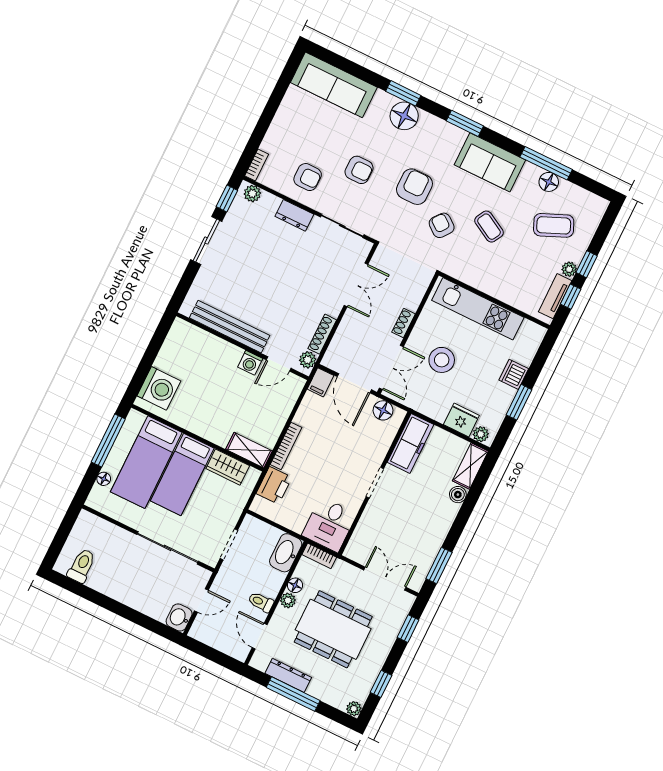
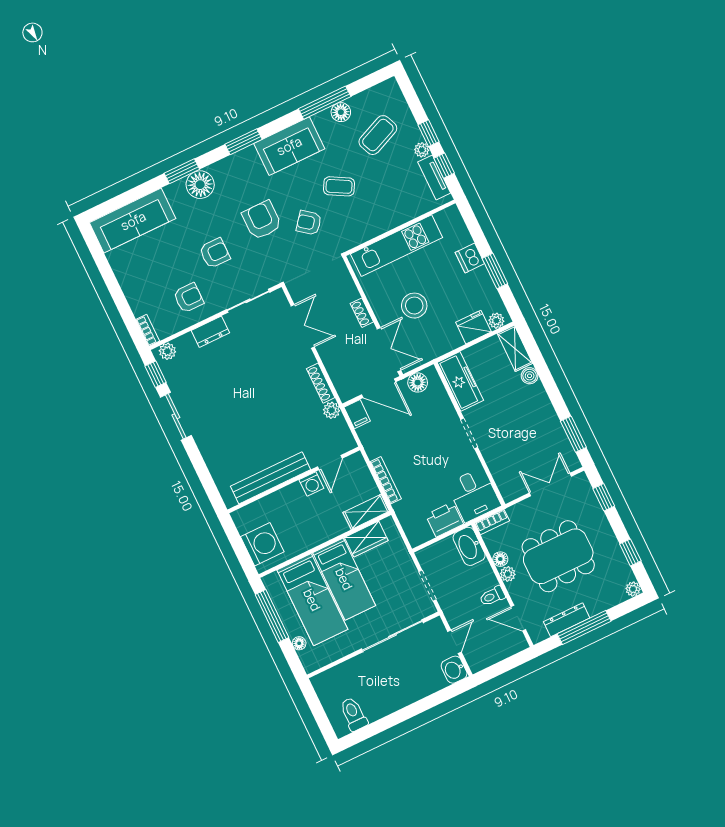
bench: (230, 327) -> (271, 478), moved
wall: (242, 346) -> (294, 480), moved
washing machine: (250, 363) -> (311, 484), moved
door: (279, 364) -> (330, 463), moved
printer: (274, 485) -> (444, 519), moved, turned -90

